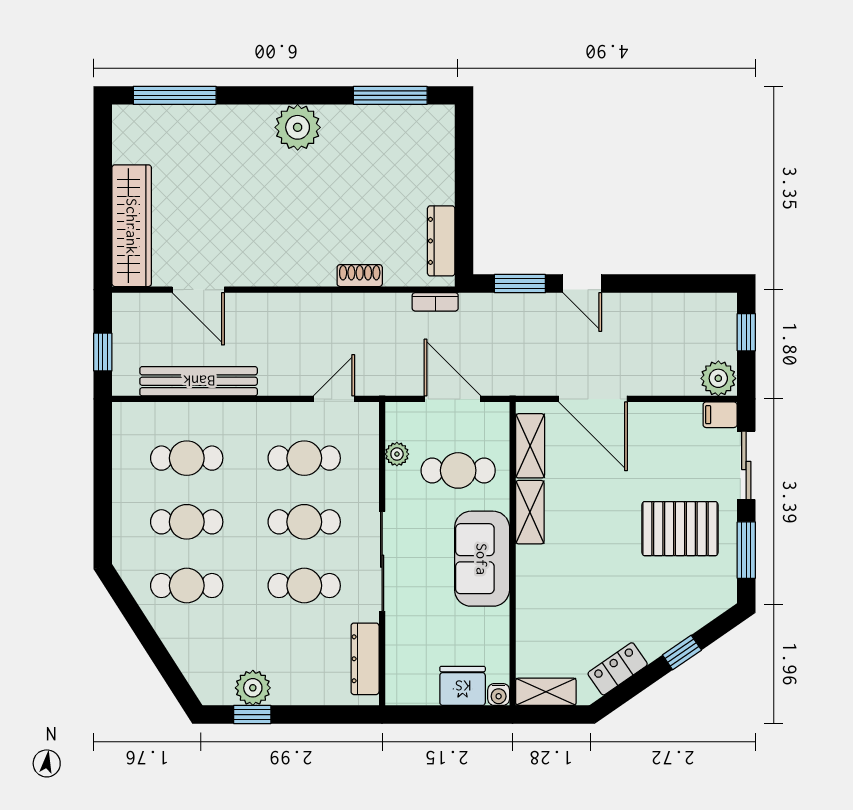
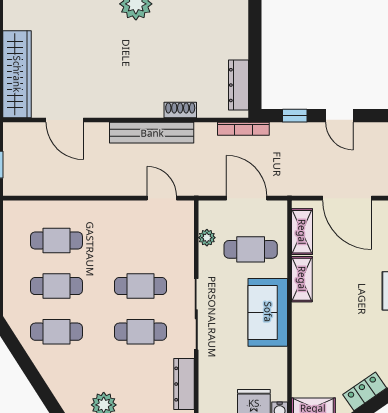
window: (520, 284) -> (295, 116), width x0.67
bookcase: (435, 302) -> (243, 129), width x1.56
bench: (199, 381) -> (152, 133), moved
door: (334, 399) -> (162, 198), hinge flipped
cafe table: (304, 458) -> (141, 240), removed

